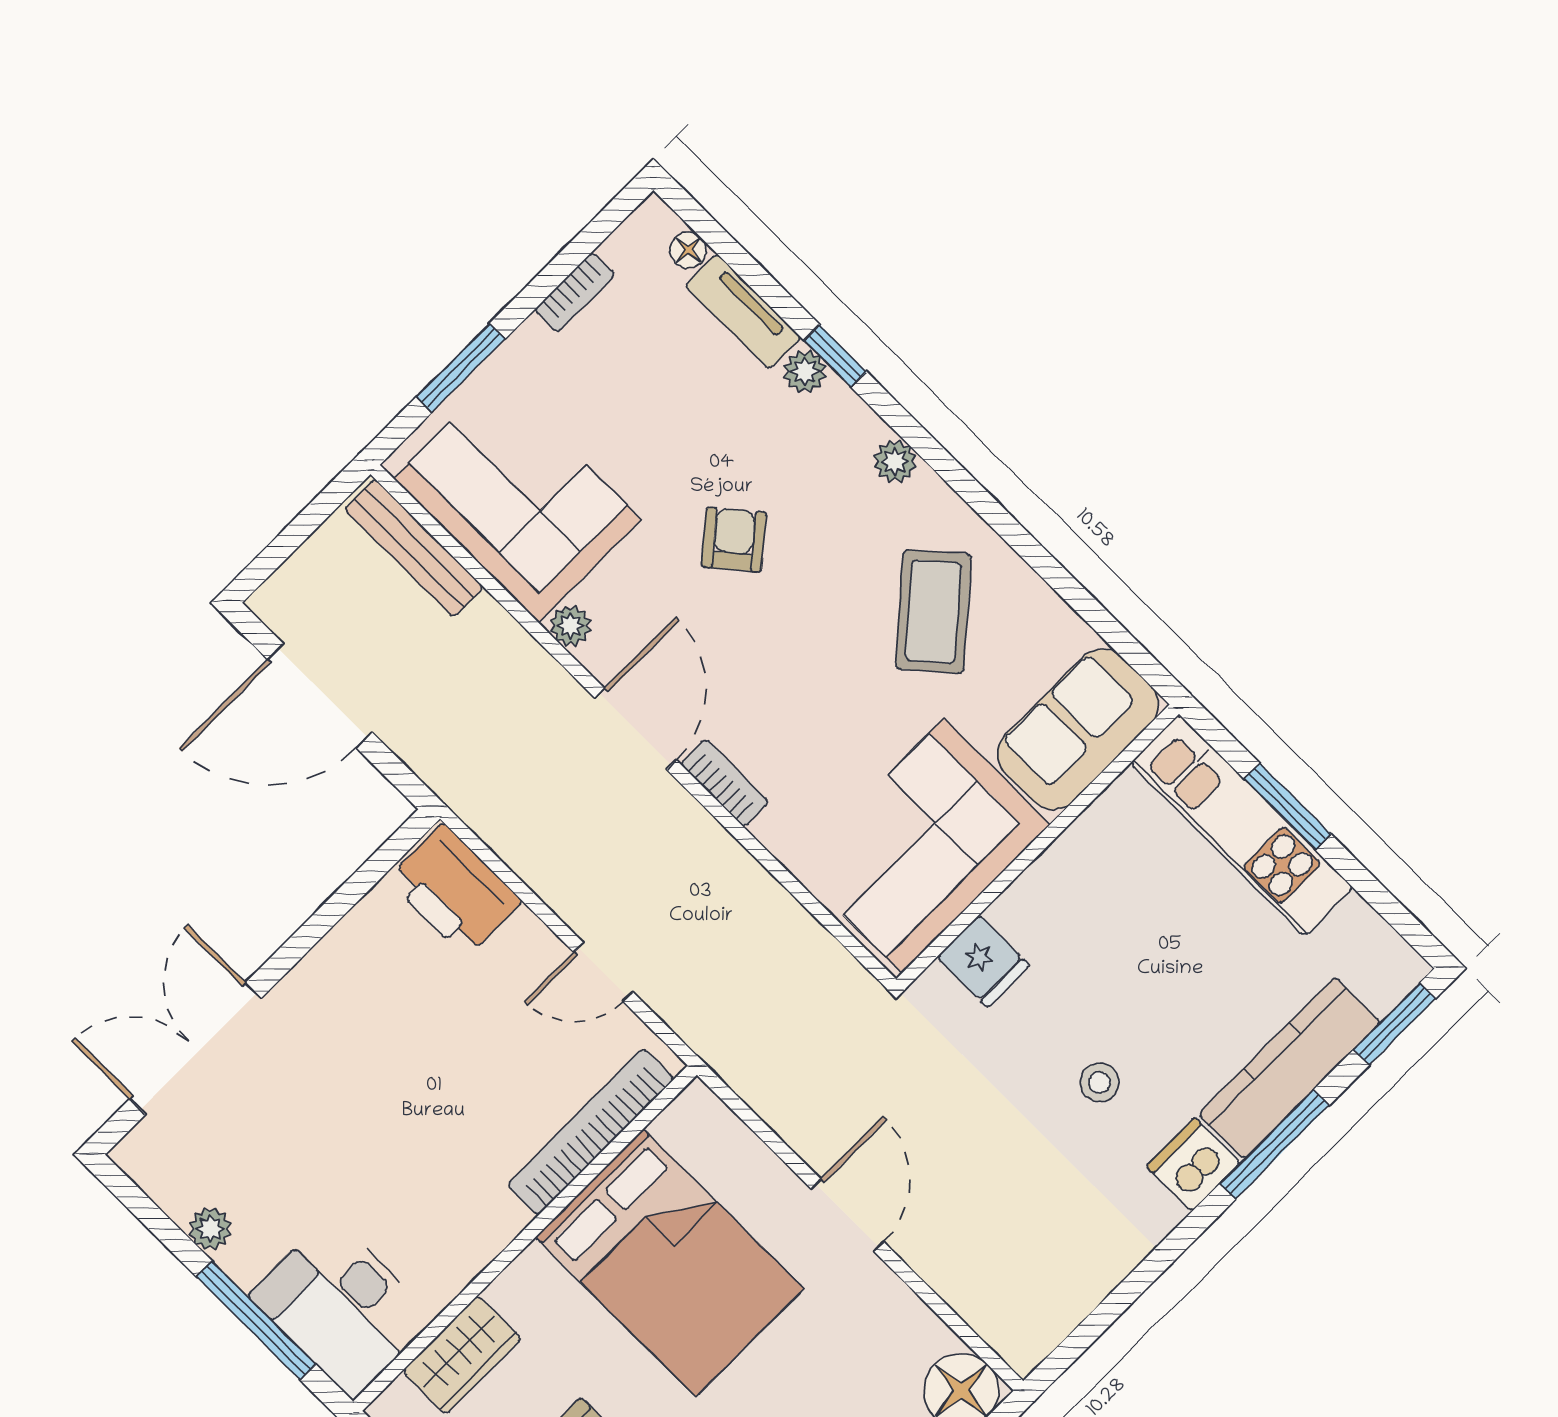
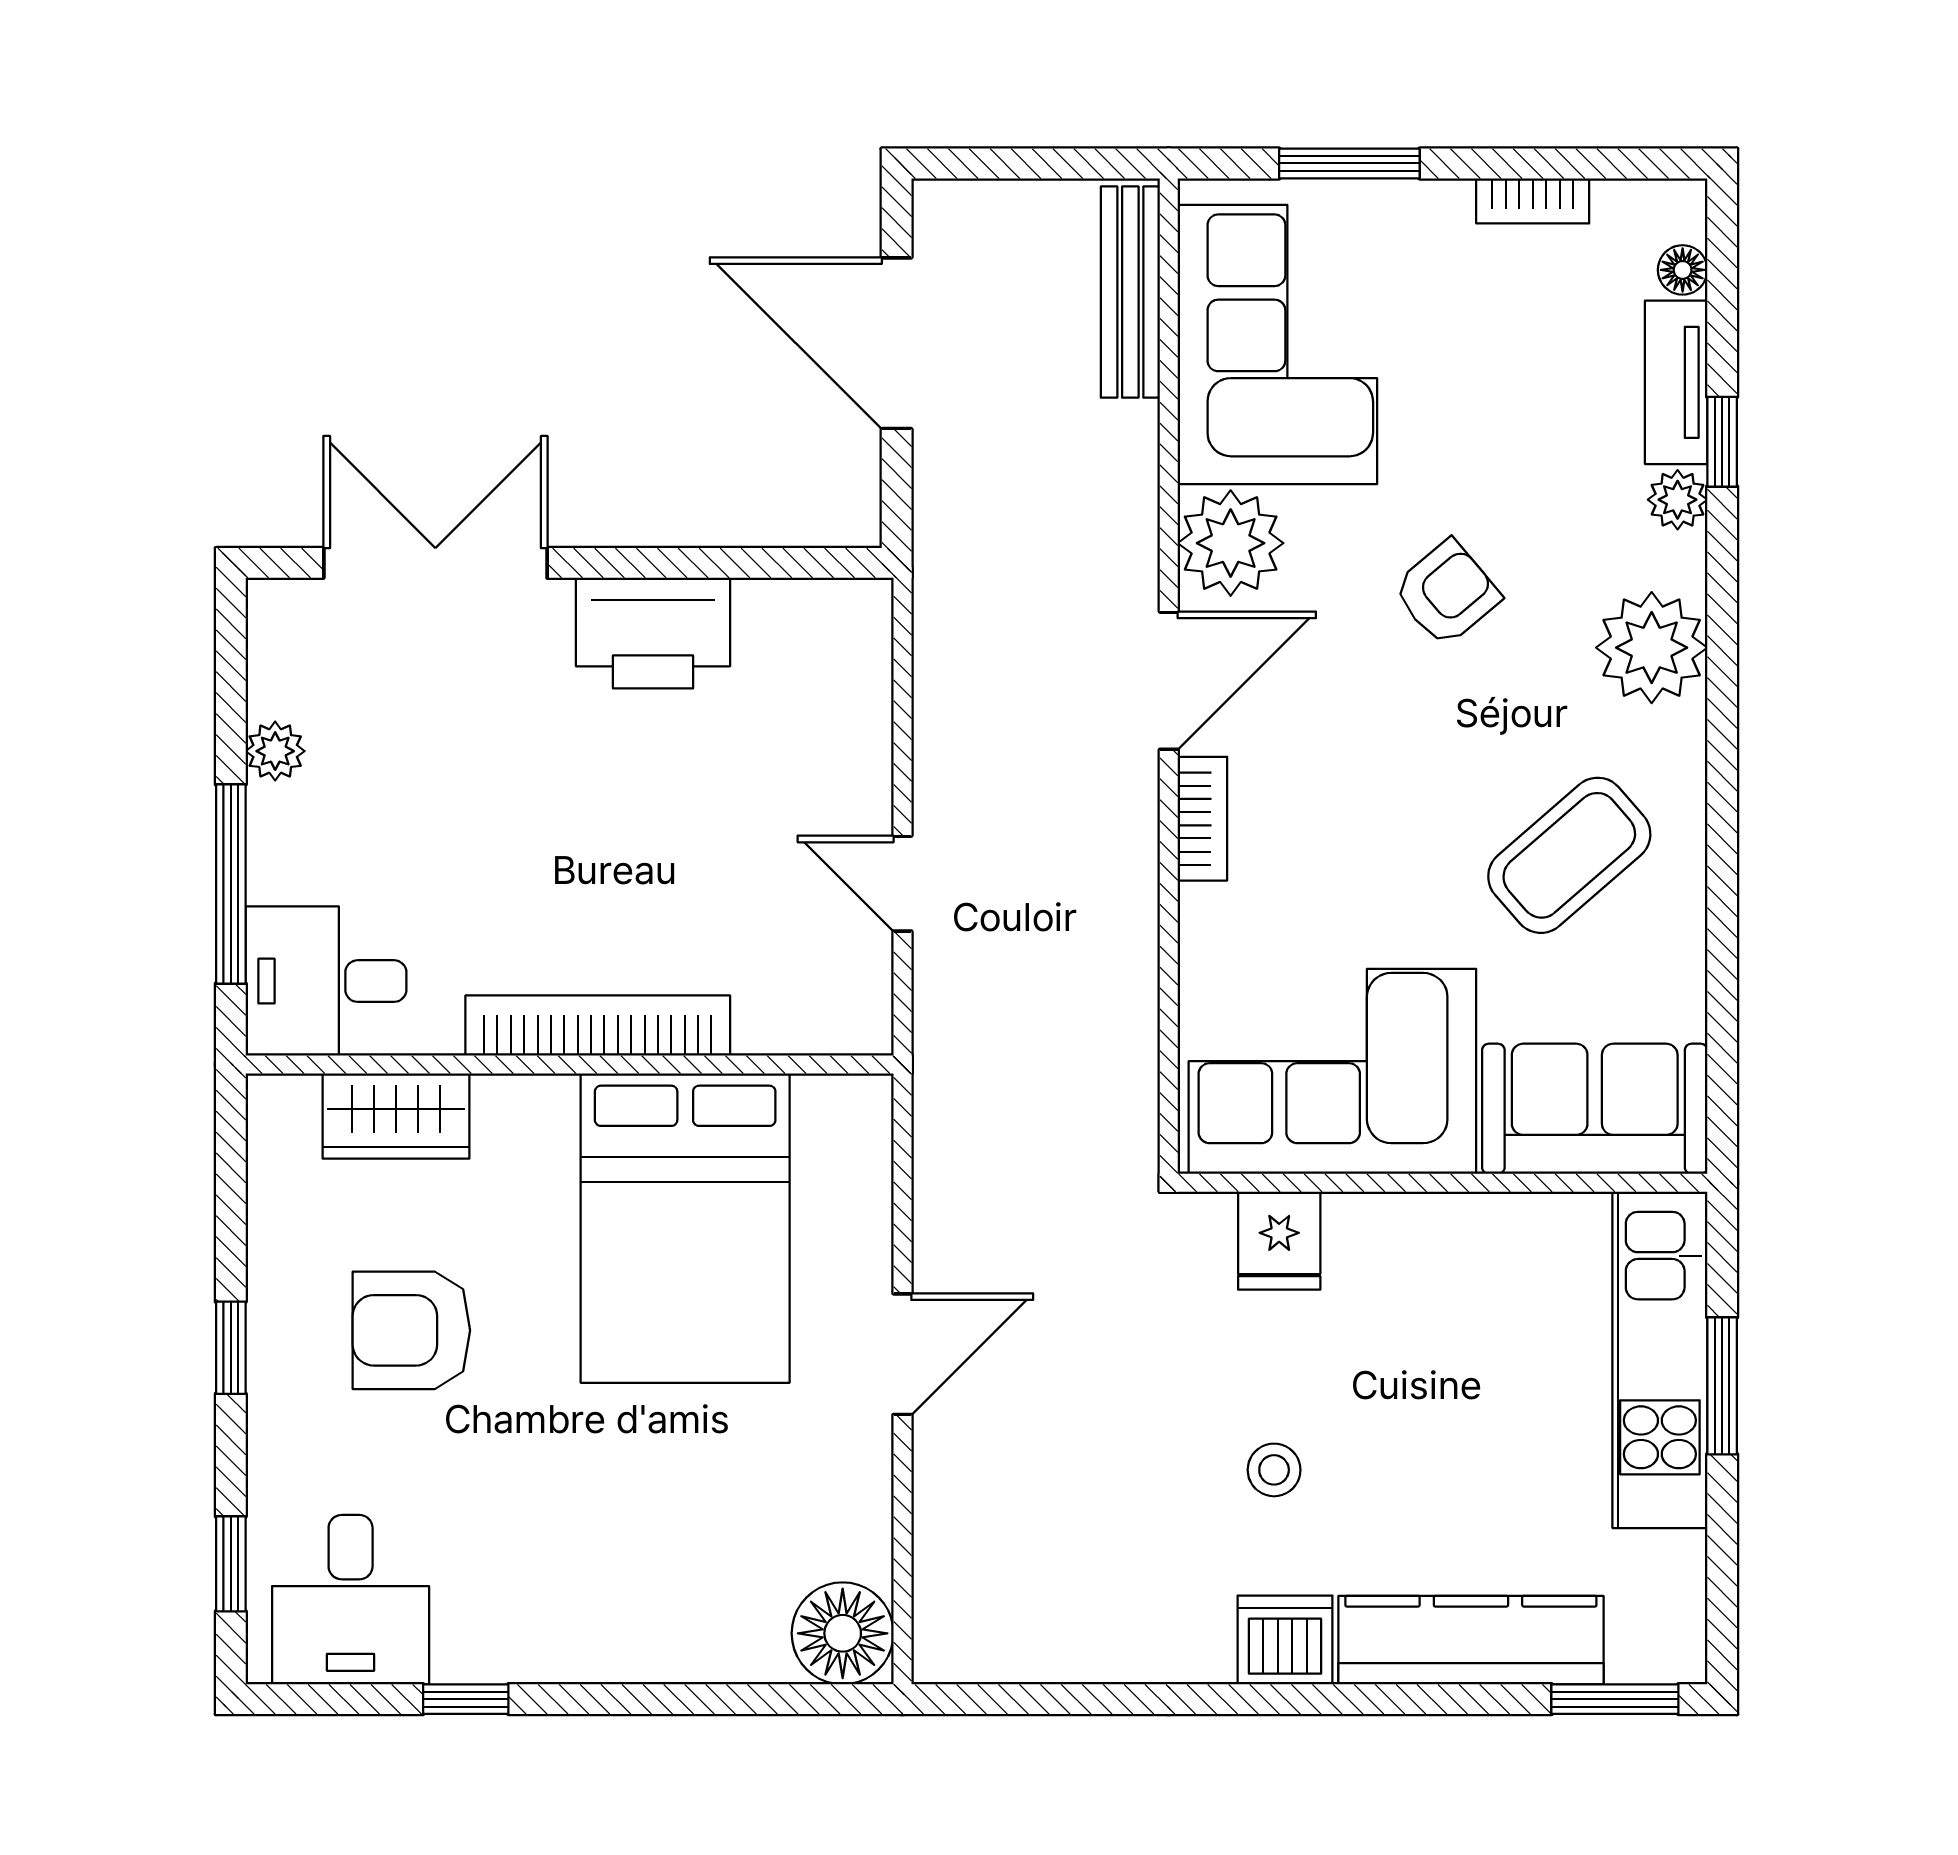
window: (835, 356) -> (1722, 442), moved
plant: (895, 461) -> (1652, 648), width x1.87, depth x1.87
plant: (571, 626) -> (1231, 543), width x1.87, depth x1.87
printer: (454, 890) -> (653, 633), moved, turned -90
bookcase: (591, 1132) -> (598, 1026), moved
window: (1275, 1144) -> (1383, 1699), removed
desk: (341, 1307) -> (326, 981), width x0.73

